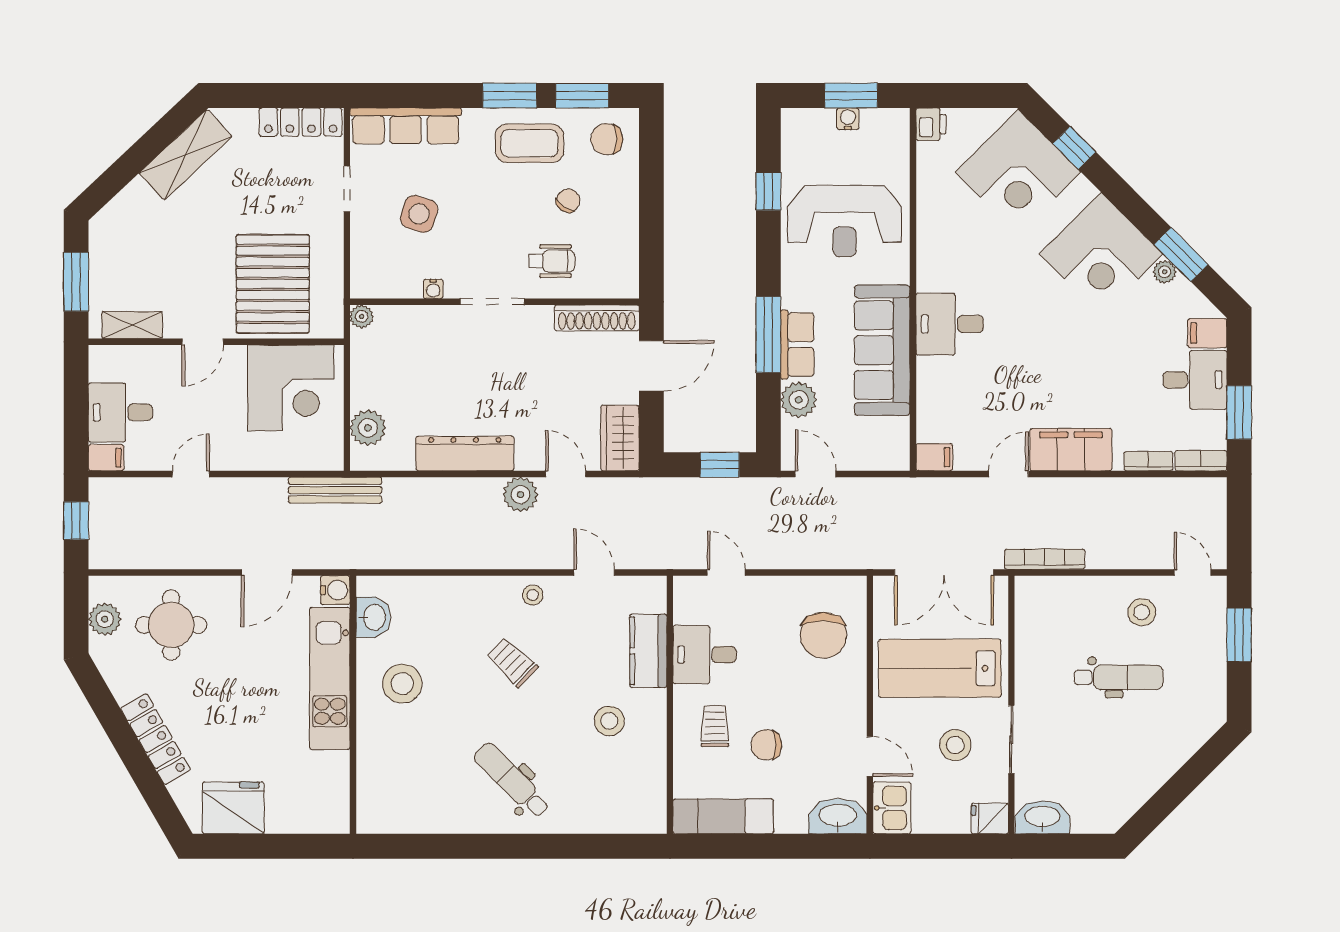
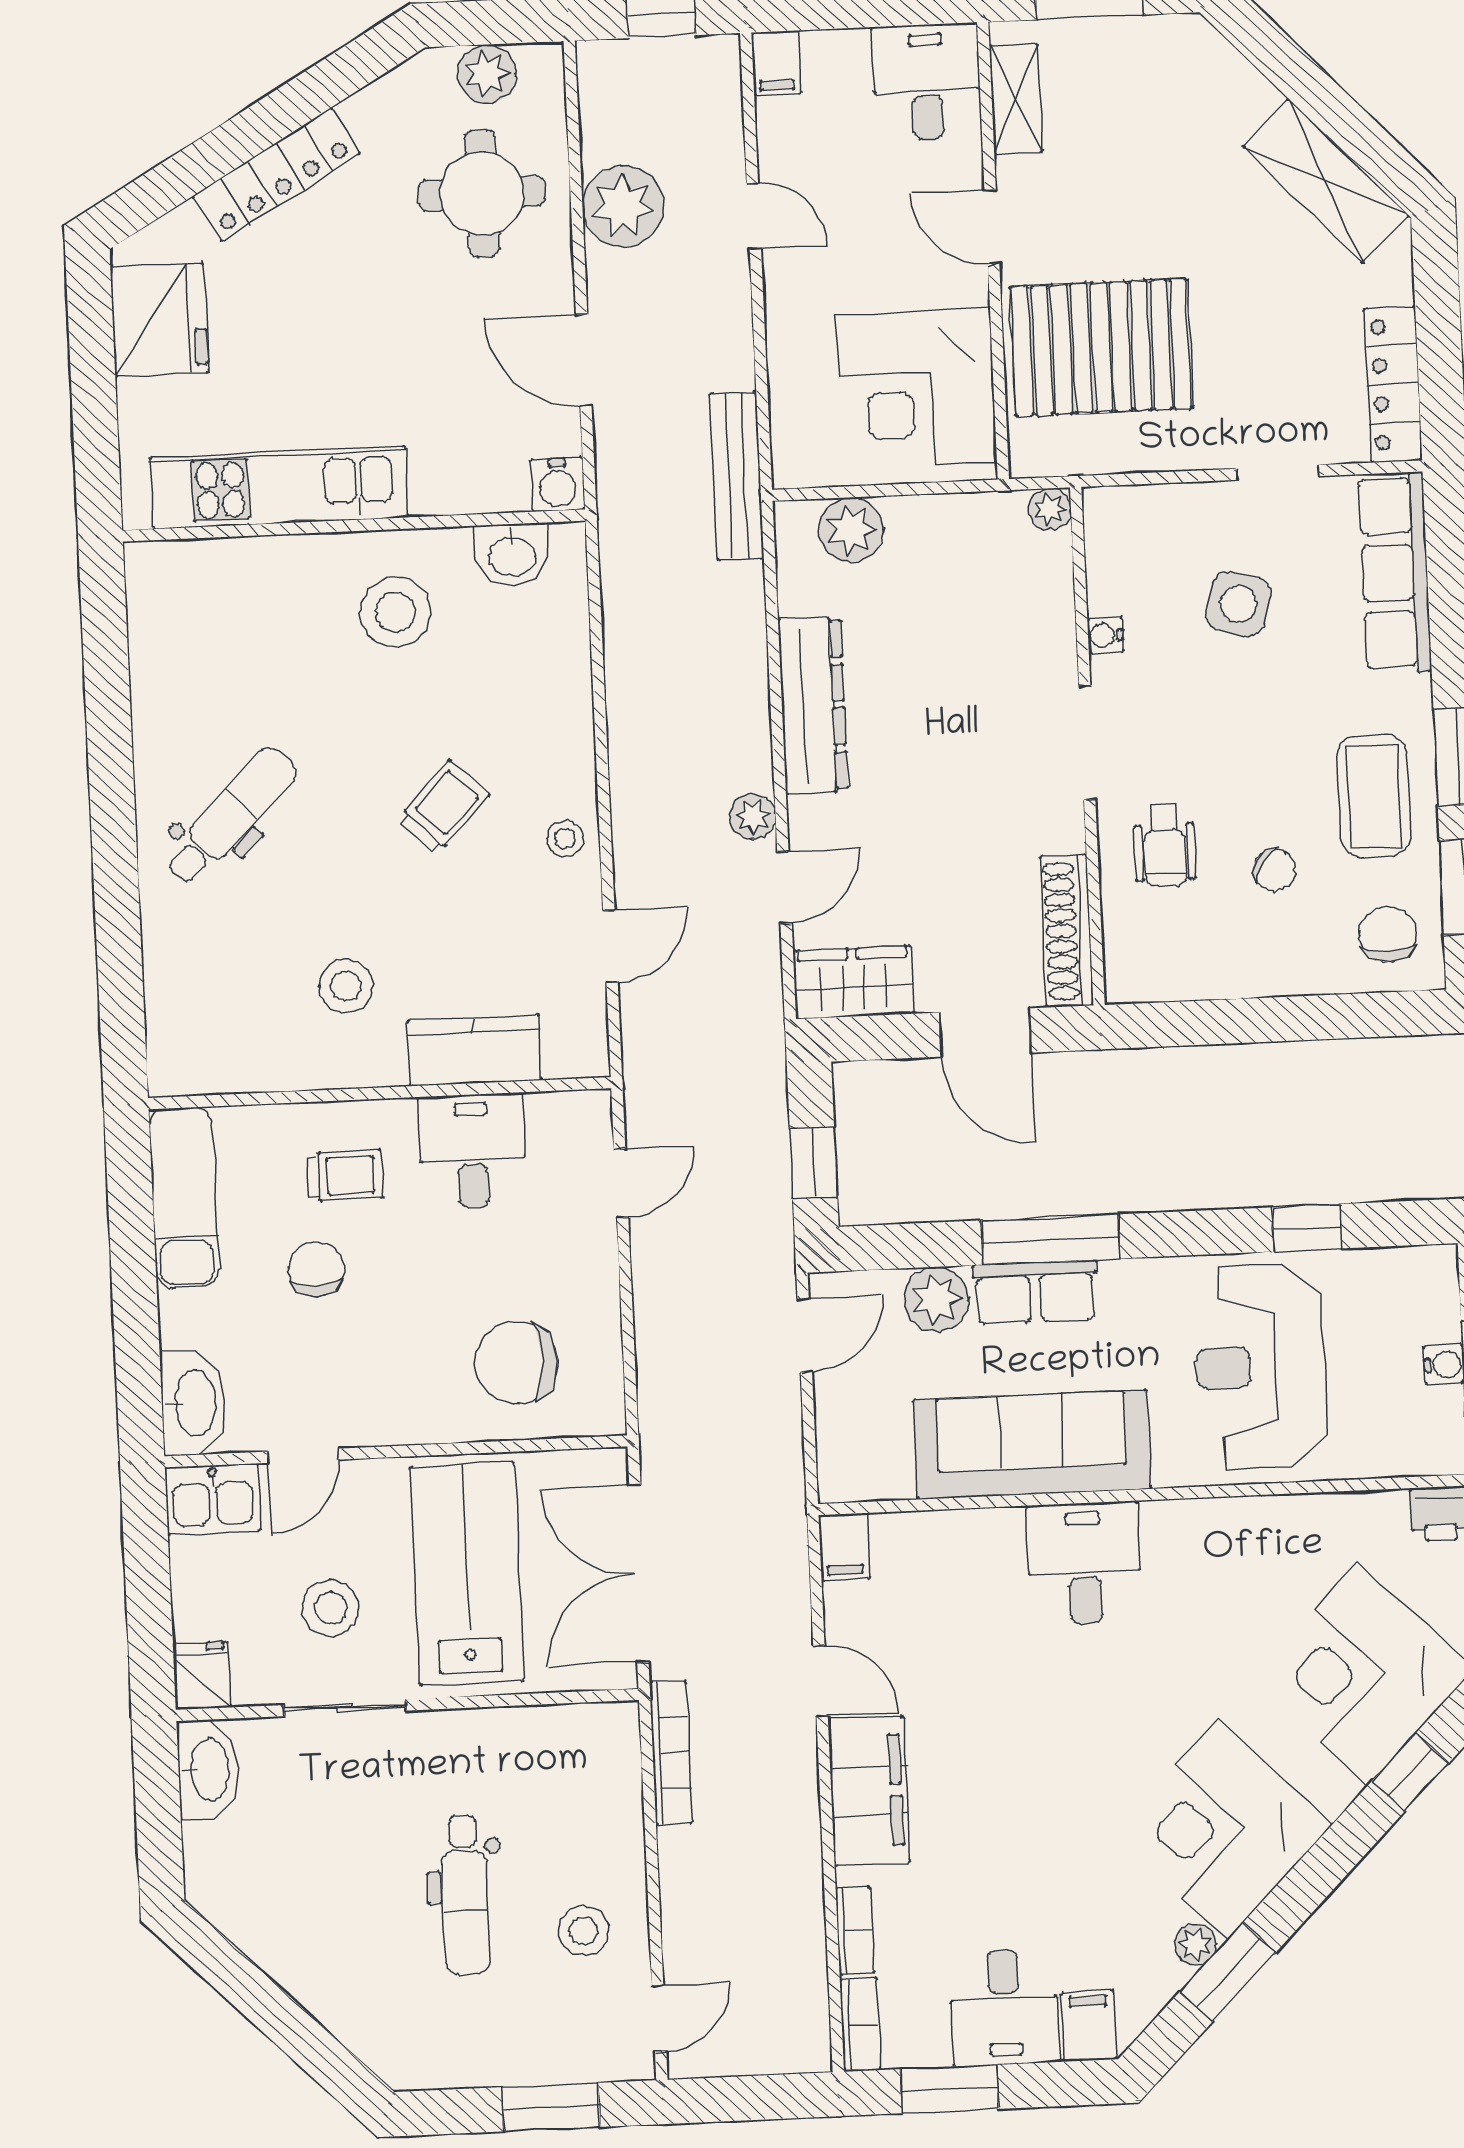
desk: (120, 412) -> (927, 82), moved
plant: (520, 495) -> (753, 817), width x0.73, depth x0.73
plant: (182, 547) -> (623, 206), added
kitchen unit: (330, 678) -> (279, 487), moved

